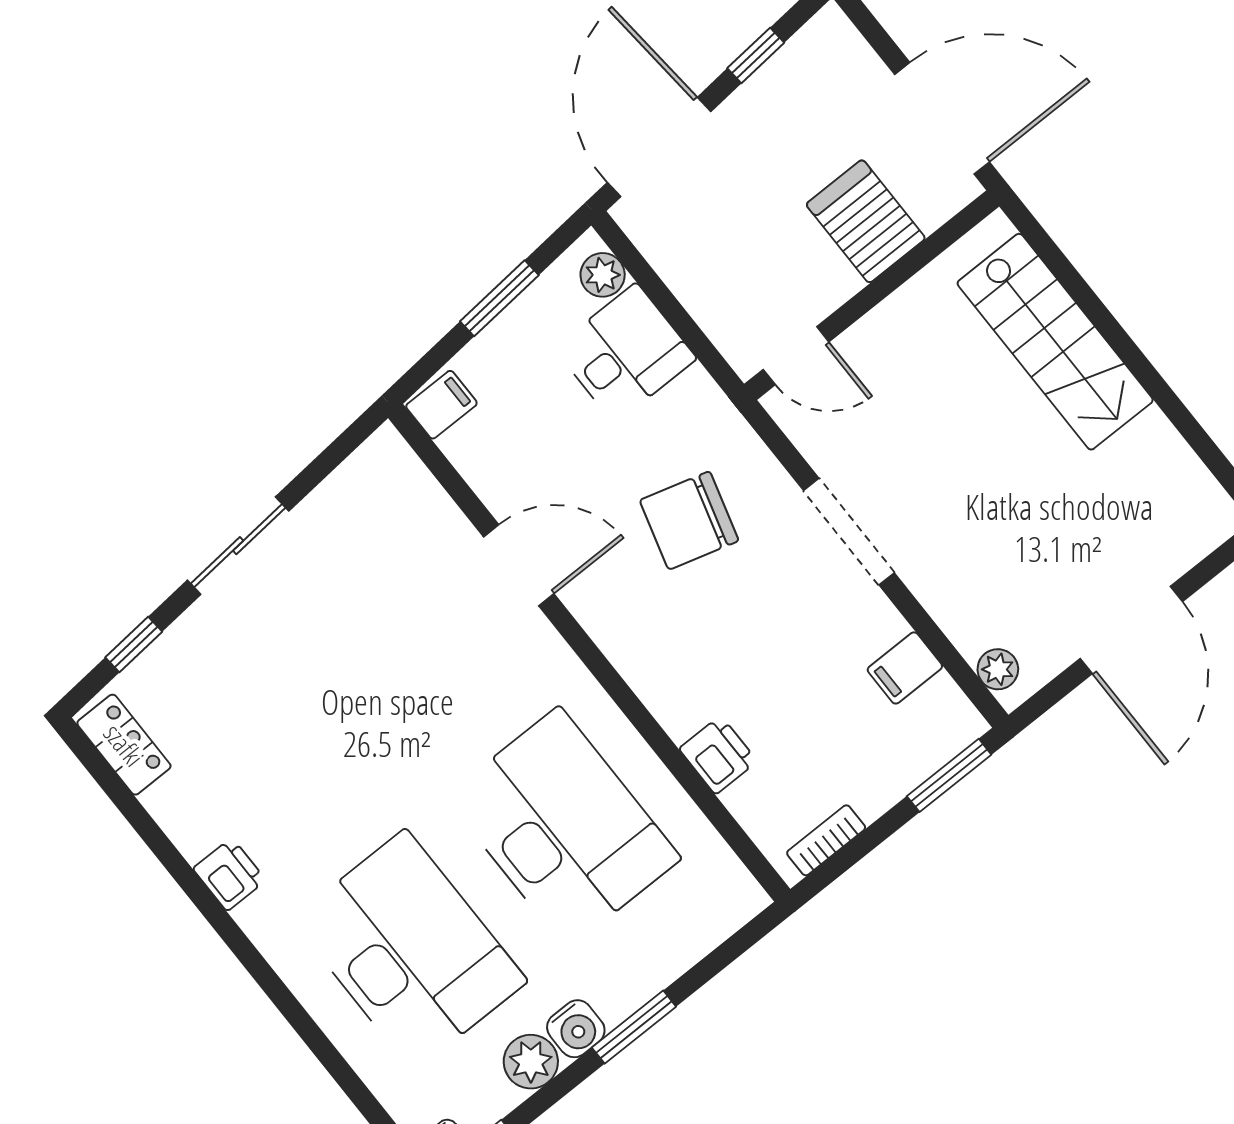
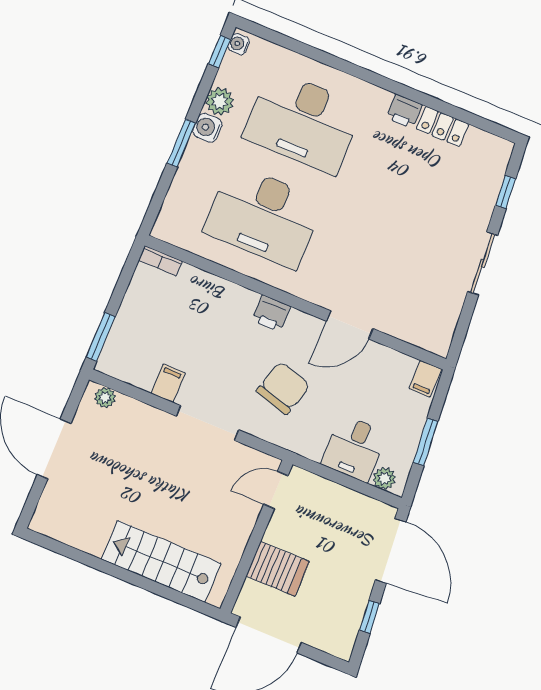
filing cabinet: (905, 668) -> (168, 383), moved
locker: (124, 745) -> (443, 126), moved
printer: (718, 755) -> (271, 313), moved
bookcase: (826, 840) -> (160, 261), moved, turned 90

